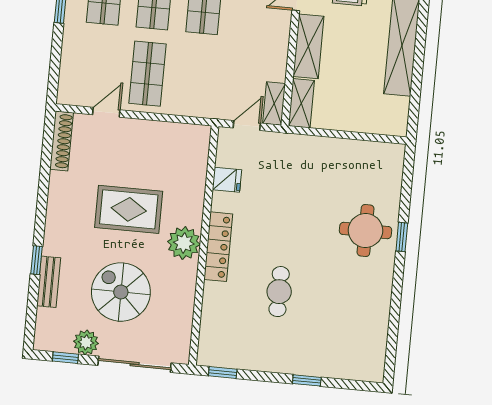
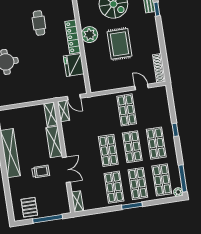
door: (106, 112) -> (141, 87), swing flipped
door: (247, 126) -> (74, 97), hinge flipped
fridge: (227, 180) -> (74, 65), width x1.88, depth x1.34
rug: (129, 209) -> (119, 44), turned 90

